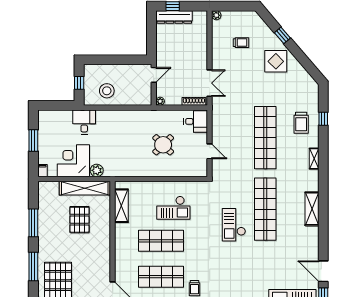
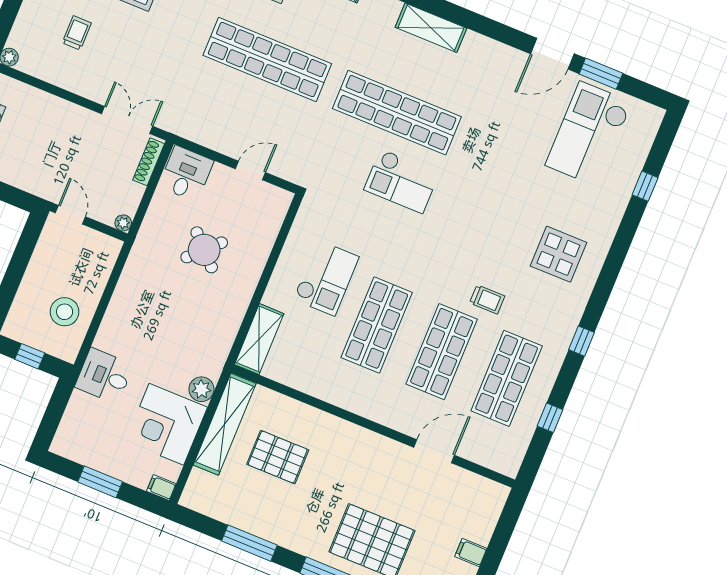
shelving: (121, 206) -> (259, 339), moved, turned 90

